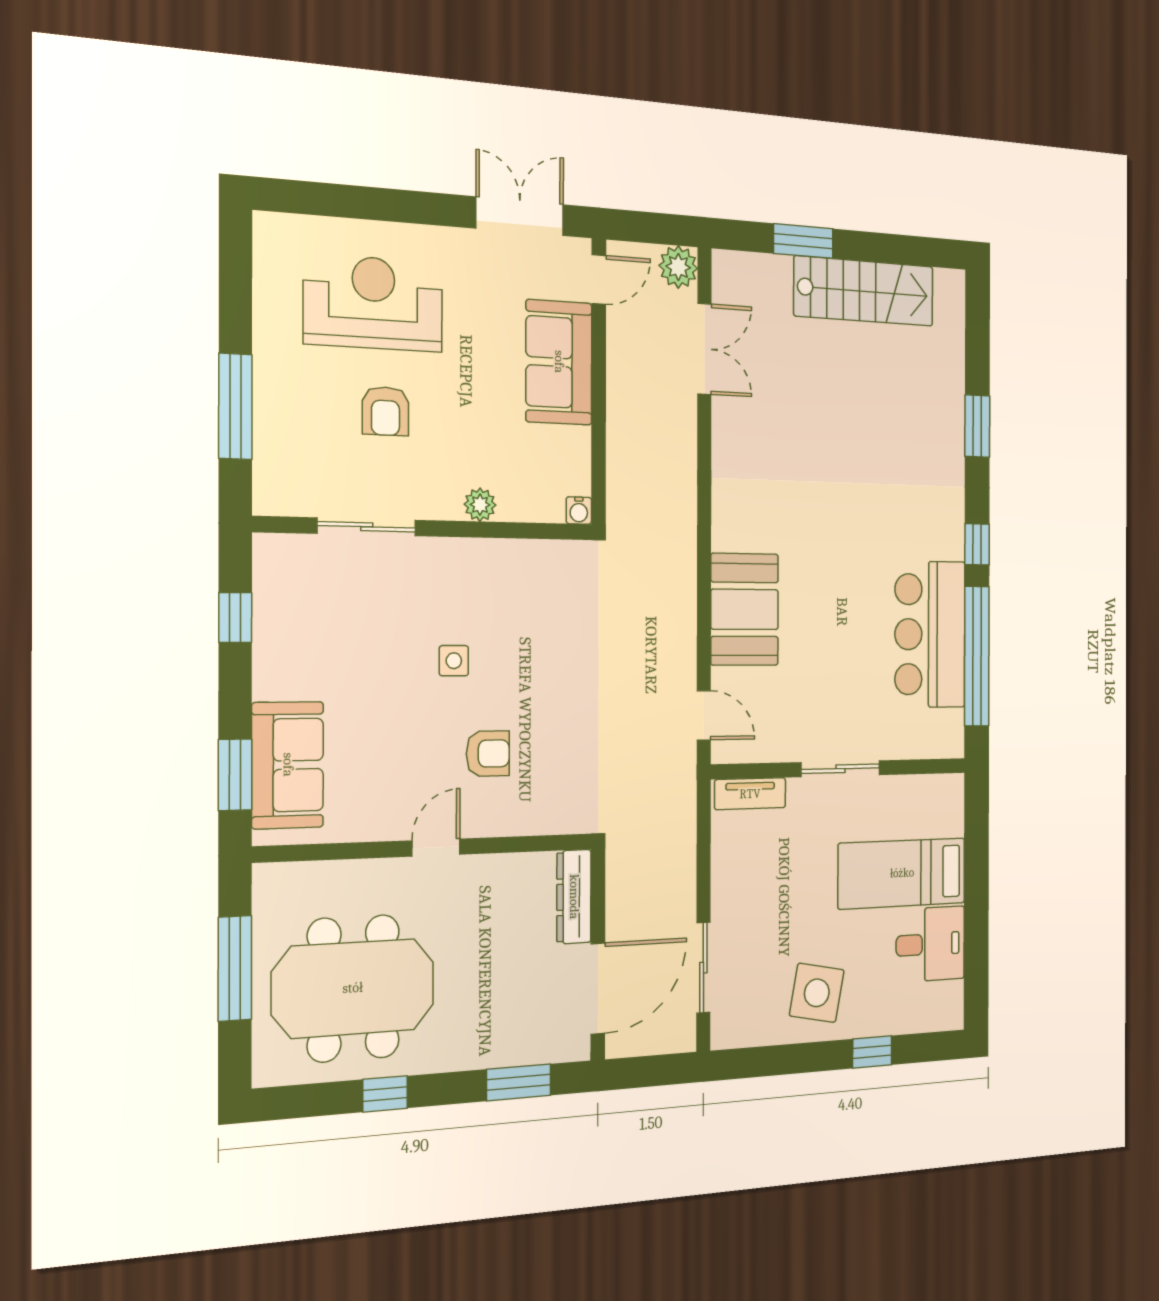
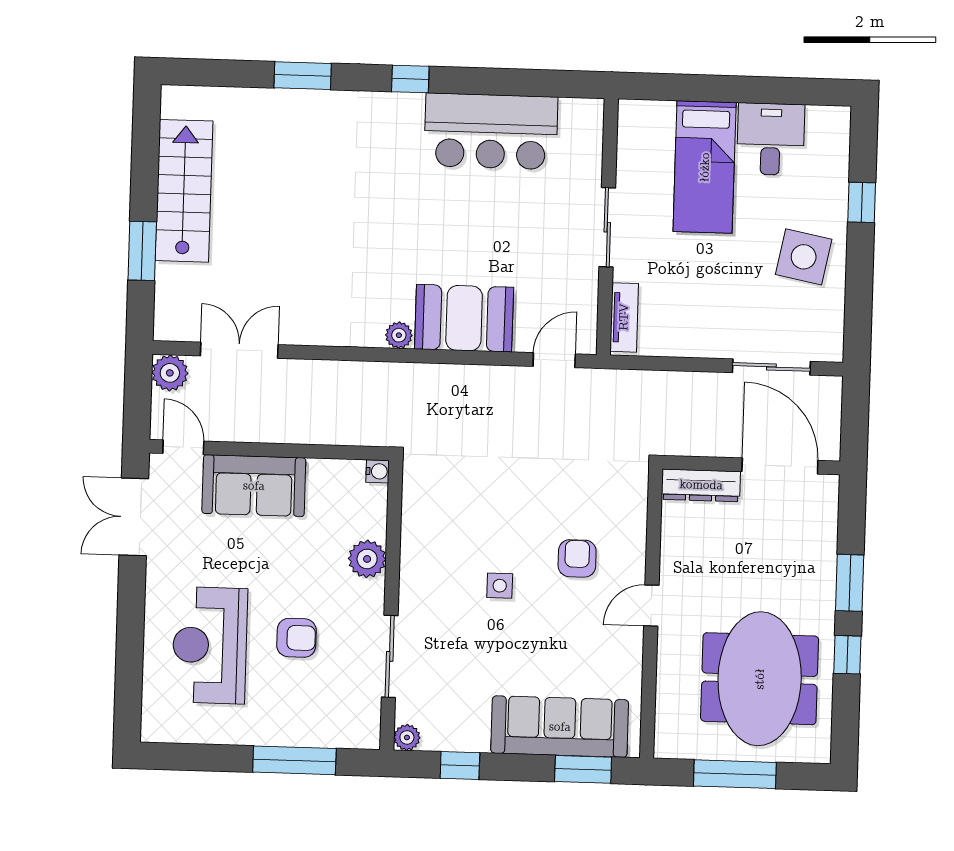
plant: (480, 505) -> (367, 559), width x1.38, depth x1.38
plant: (725, 534) -> (399, 335), added
plant: (268, 550) -> (407, 737), added
window: (977, 656) -> (512, 82), removed
sofa: (288, 765) -> (560, 727), width x1.36
door: (436, 847) -> (651, 606), hinge flipped
window: (519, 1082) -> (850, 583), moved

